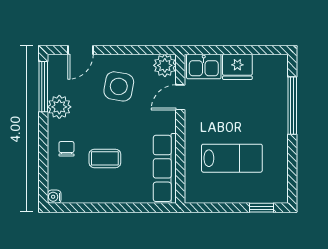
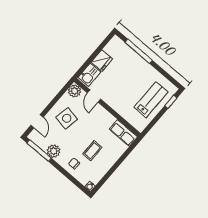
lab bench: (232, 158) -> (151, 100), moved
row of seats: (165, 168) -> (123, 133), width x0.68

